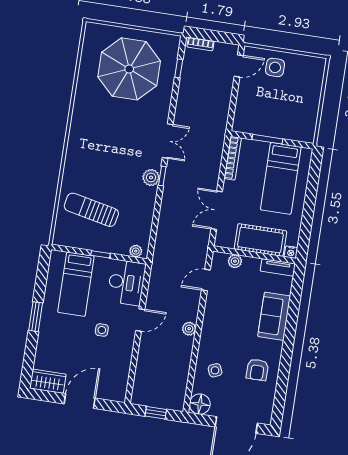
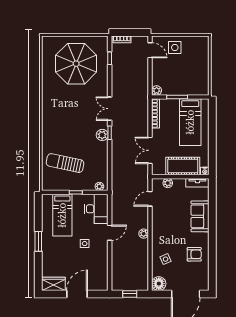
door: (239, 66) -> (150, 50), hinge flipped
plant: (239, 125) -> (157, 90), added
double door: (168, 141) -> (110, 109), swing flipped
armchair: (257, 370) -> (194, 254), turned -90

